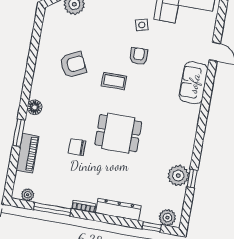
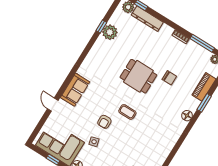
armchair: (73, 65) -> (150, 134), removed
dresser: (118, 209) -> (147, 19), moved

